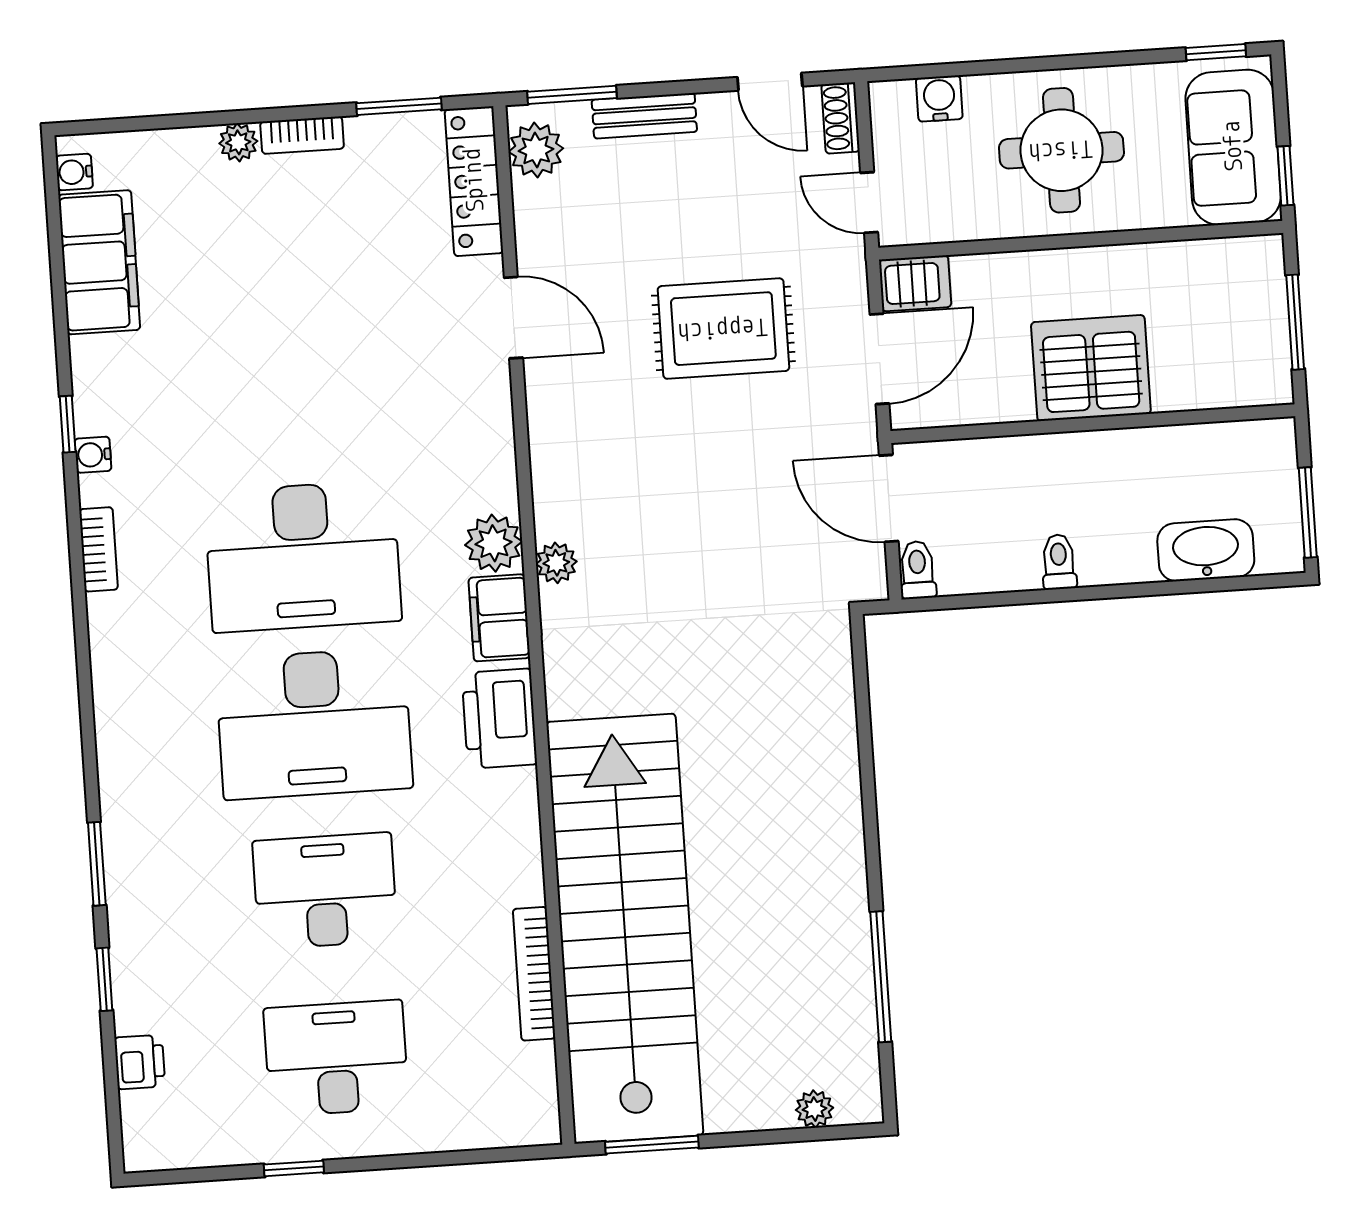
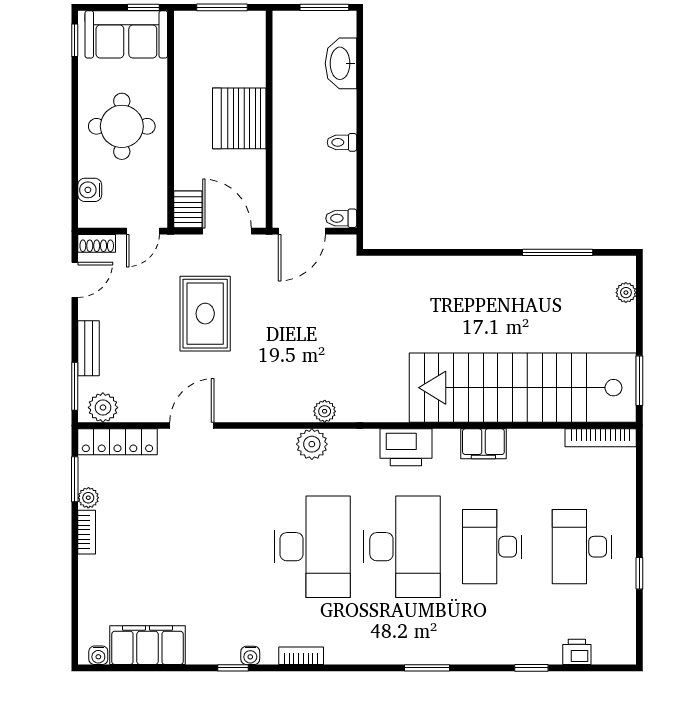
plant: (238, 142) -> (88, 498), moved
filing cabinet: (499, 618) -> (483, 444), moved
window: (97, 864) -> (427, 668), moved
bookcase: (534, 974) -> (601, 438), moved

